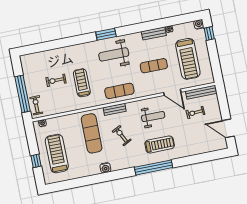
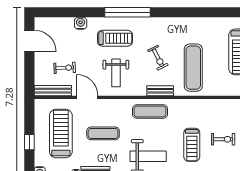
window: (209, 33) -> (29, 142), moved
treadmill: (82, 83) -> (192, 145), moved
weight bench: (153, 117) -> (116, 73), turned -90
treadmill: (160, 144) -> (115, 38), turned 180
water cooler: (105, 168) -> (81, 23), moved

